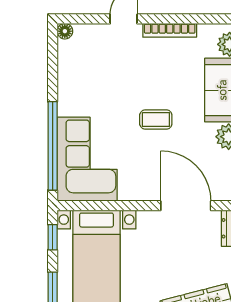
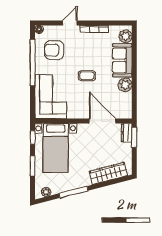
armchair: (94, 71) -> (54, 50), added
window: (53, 146) -> (33, 63), moved

